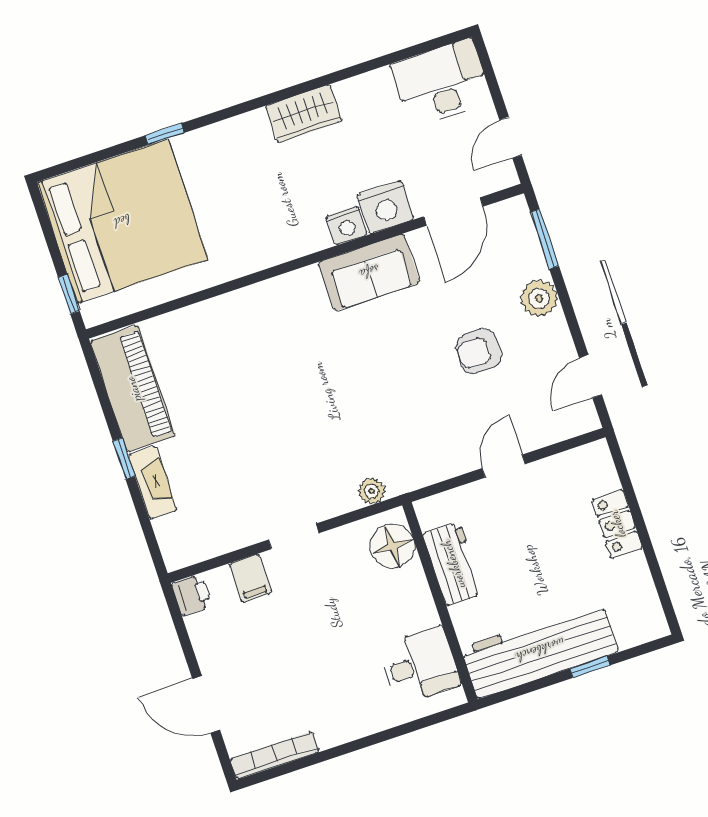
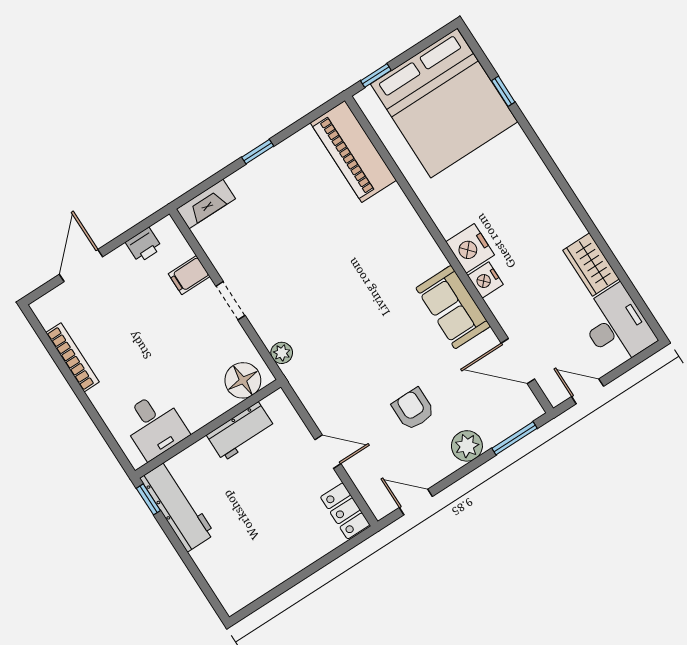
wardrobe: (304, 114) -> (591, 265), moved
window: (165, 134) -> (503, 91), moved
nightstand: (385, 207) -> (470, 248), moved
piano: (133, 389) -> (353, 151), moved, turned 90
fireplace: (152, 483) -> (206, 204), moved
locker: (617, 524) -> (345, 511), moved, turned -90
printer: (191, 595) -> (144, 245), moved
workbench: (540, 650) -> (177, 506), width x0.73, depth x0.76
window: (590, 667) -> (148, 499), moved
bookcase: (274, 755) -> (72, 357), moved

